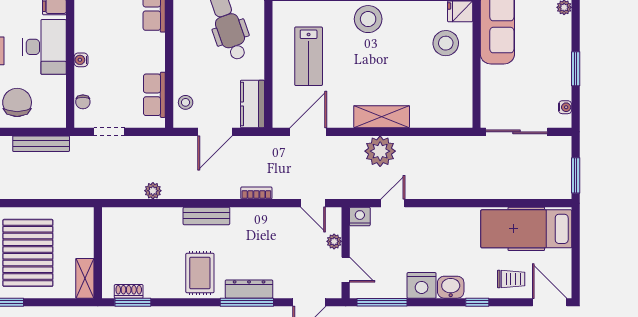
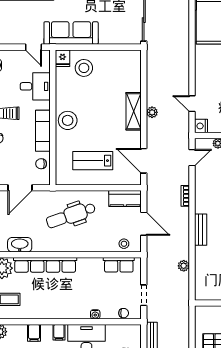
lab bench: (309, 56) -> (93, 161), turned 180
plant: (380, 151) -> (152, 112), width x0.53, depth x0.53

